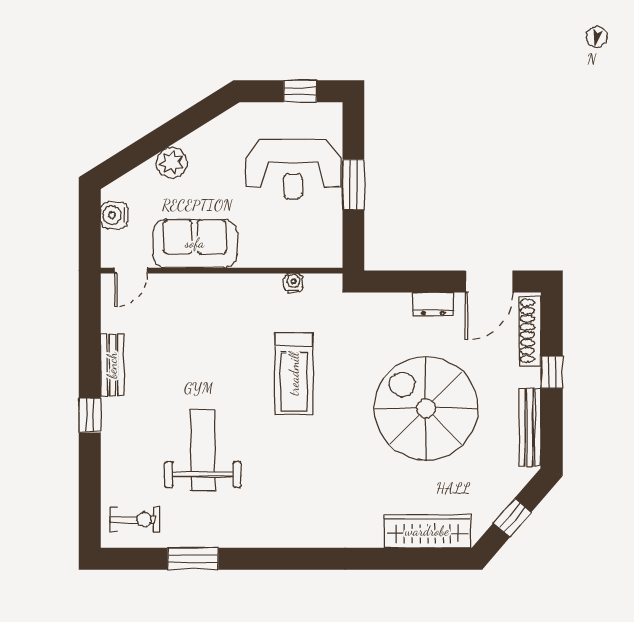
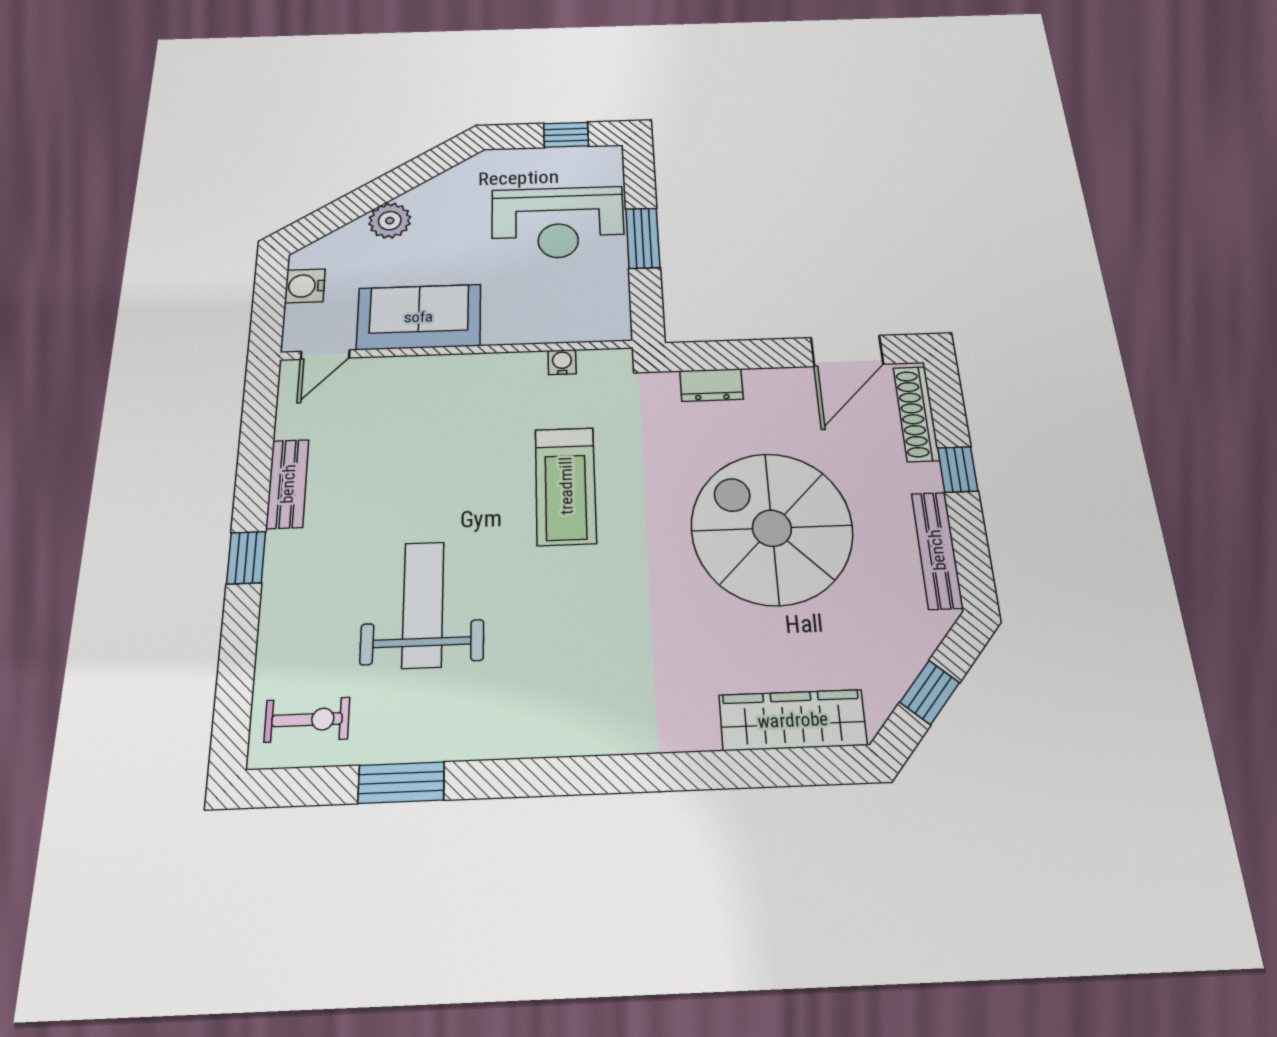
dresser: (433, 304) -> (711, 385), moved

